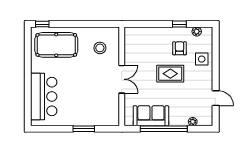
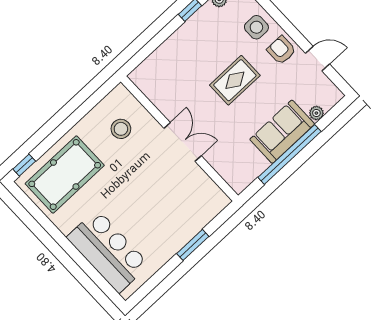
armchair: (180, 48) -> (281, 50), moved
sofa: (151, 116) -> (282, 132), moved

